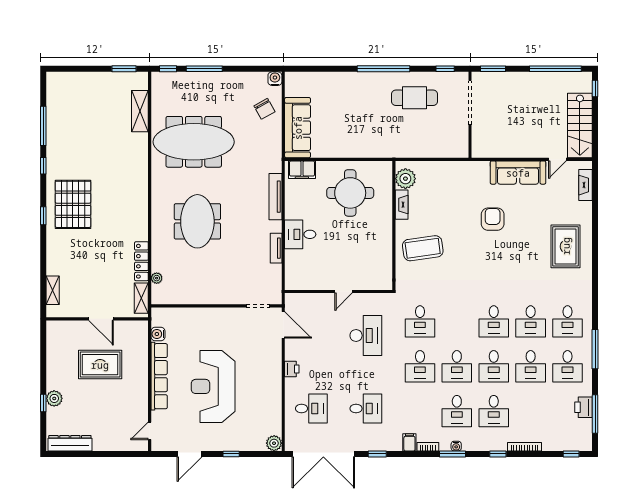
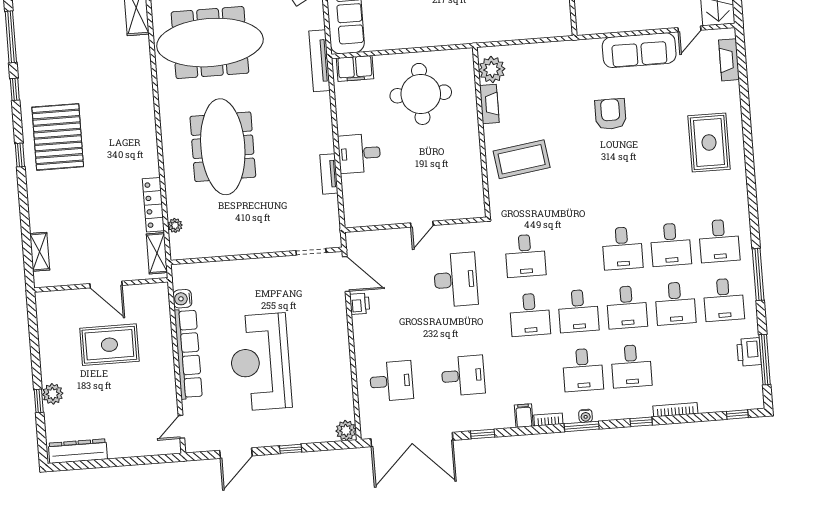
tv unit: (276, 197) -> (319, 61), moved
meeting table: (197, 221) -> (223, 147), width x1.36
printer: (292, 369) -> (360, 304), moved

